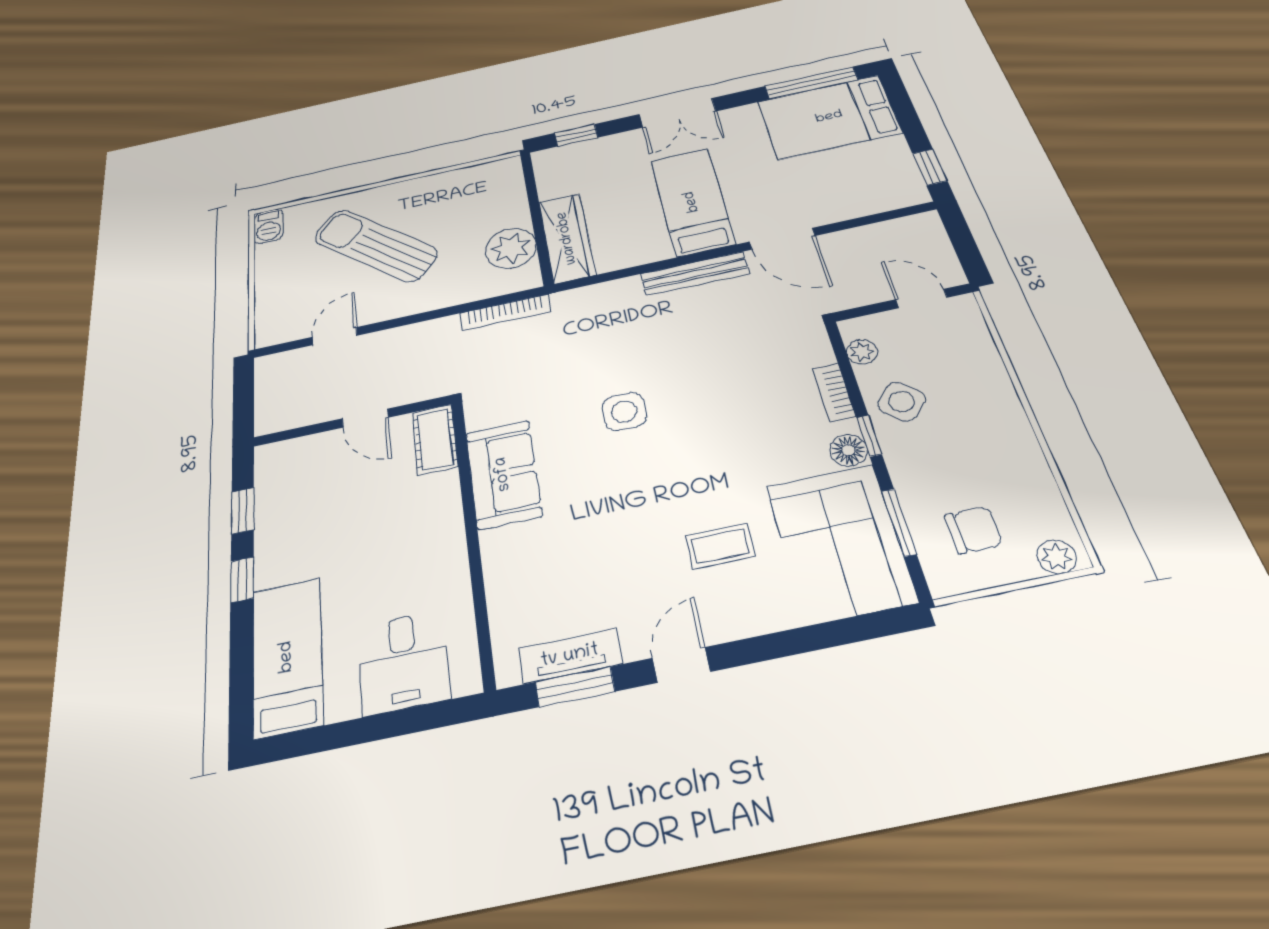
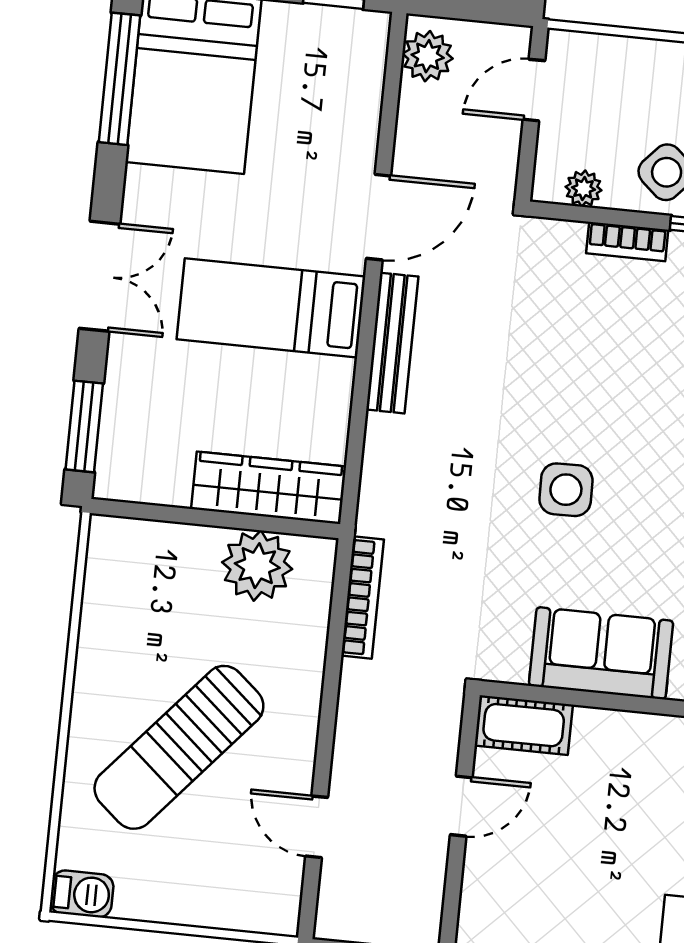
window: (576, 135) -> (84, 426), width x1.50
plant: (912, 230) -> (428, 56), added

